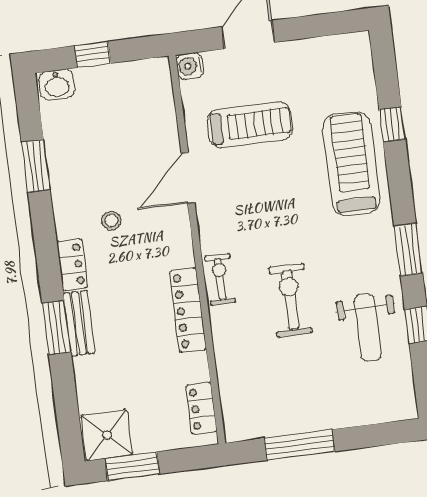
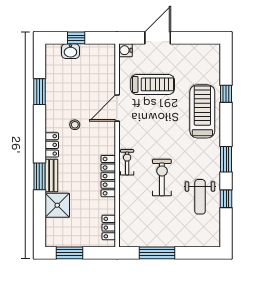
washbasin: (57, 85) -> (70, 51), moved
shower: (107, 435) -> (57, 205), moved

